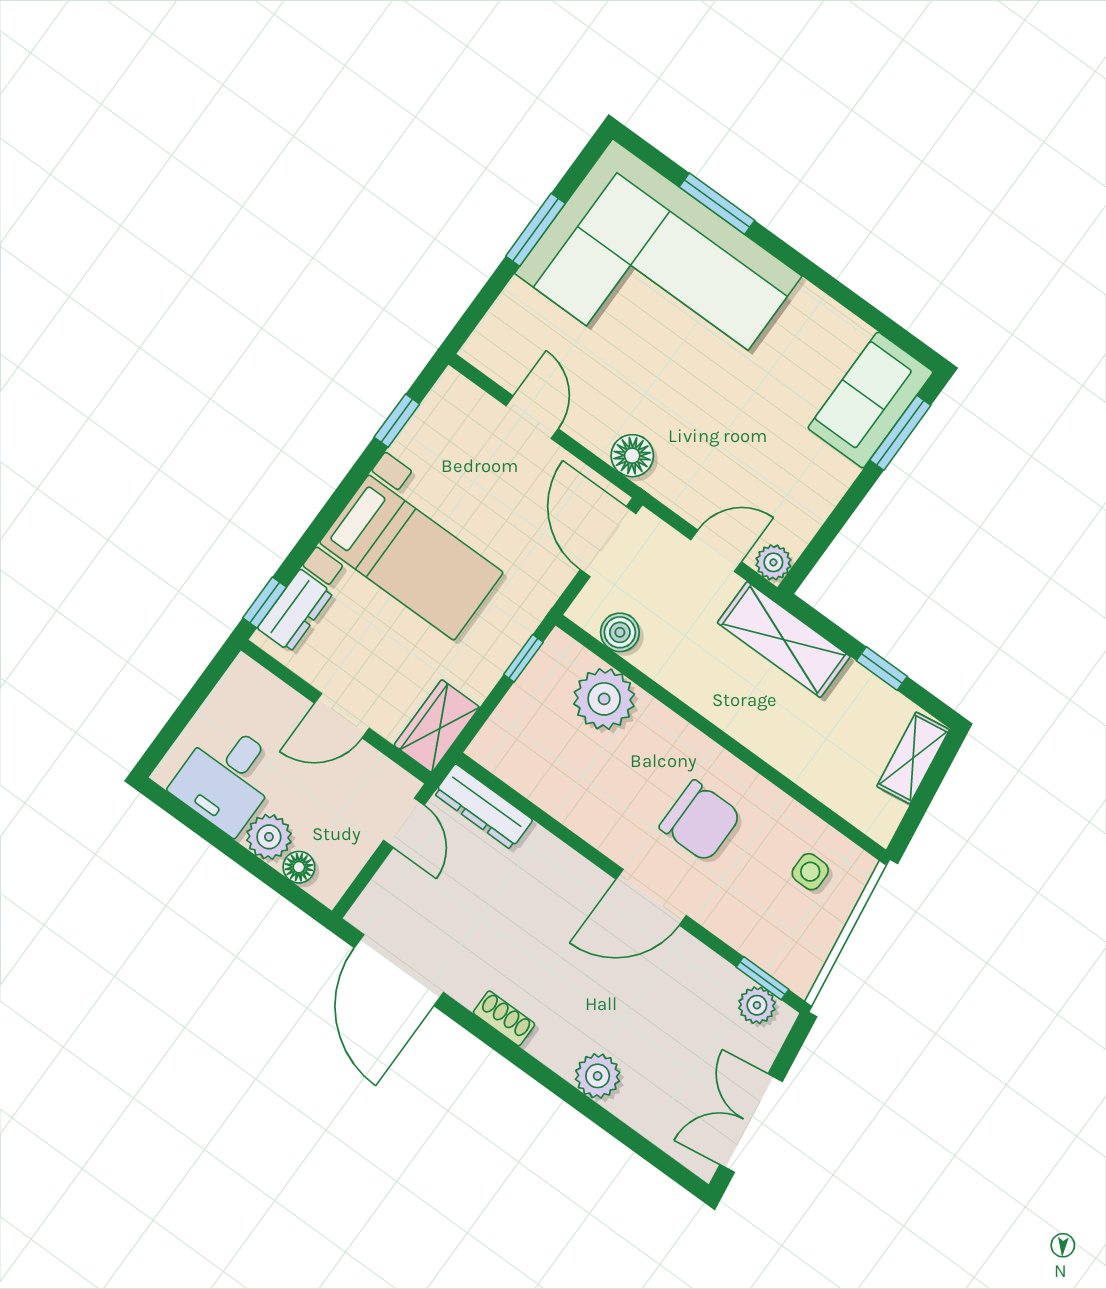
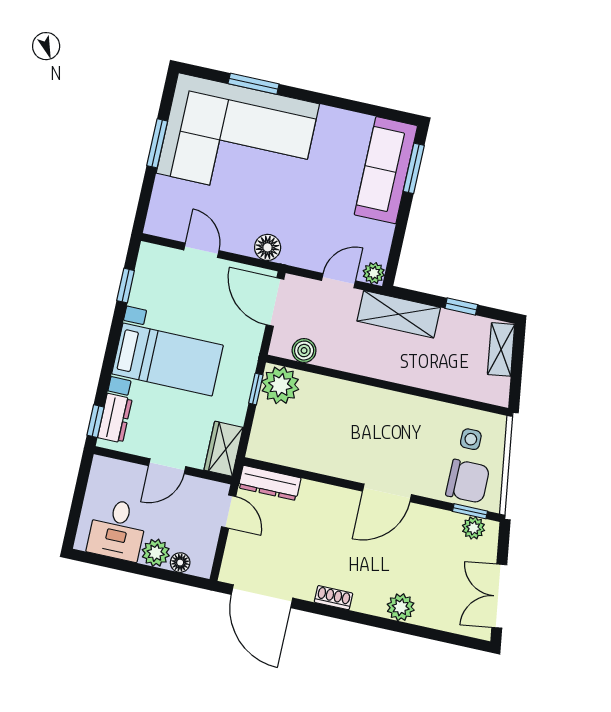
sofa: (870, 400) -> (386, 170), width x1.36
plant: (604, 699) -> (280, 385), moved
chair: (700, 821) -> (468, 481), moved

